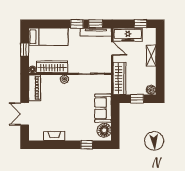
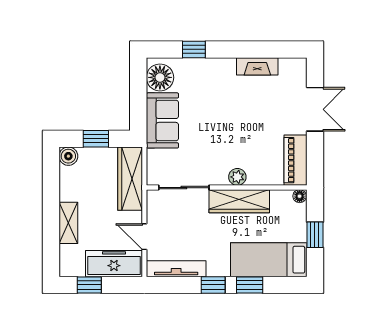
window: (96, 24) -> (250, 285), moved
wardrobe: (52, 67) -> (239, 201), moved

